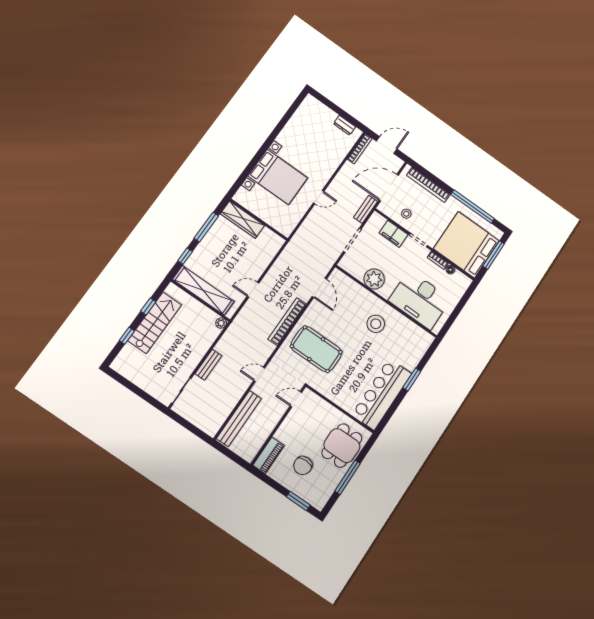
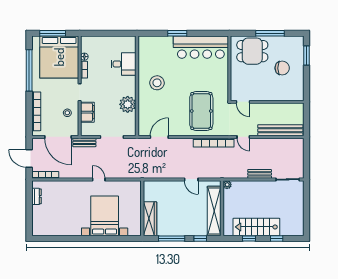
desk: (420, 300) -> (124, 64), width x0.53, depth x0.77
bookcase: (287, 322) -> (214, 143), moved
piano: (268, 455) -> (291, 95), removed

